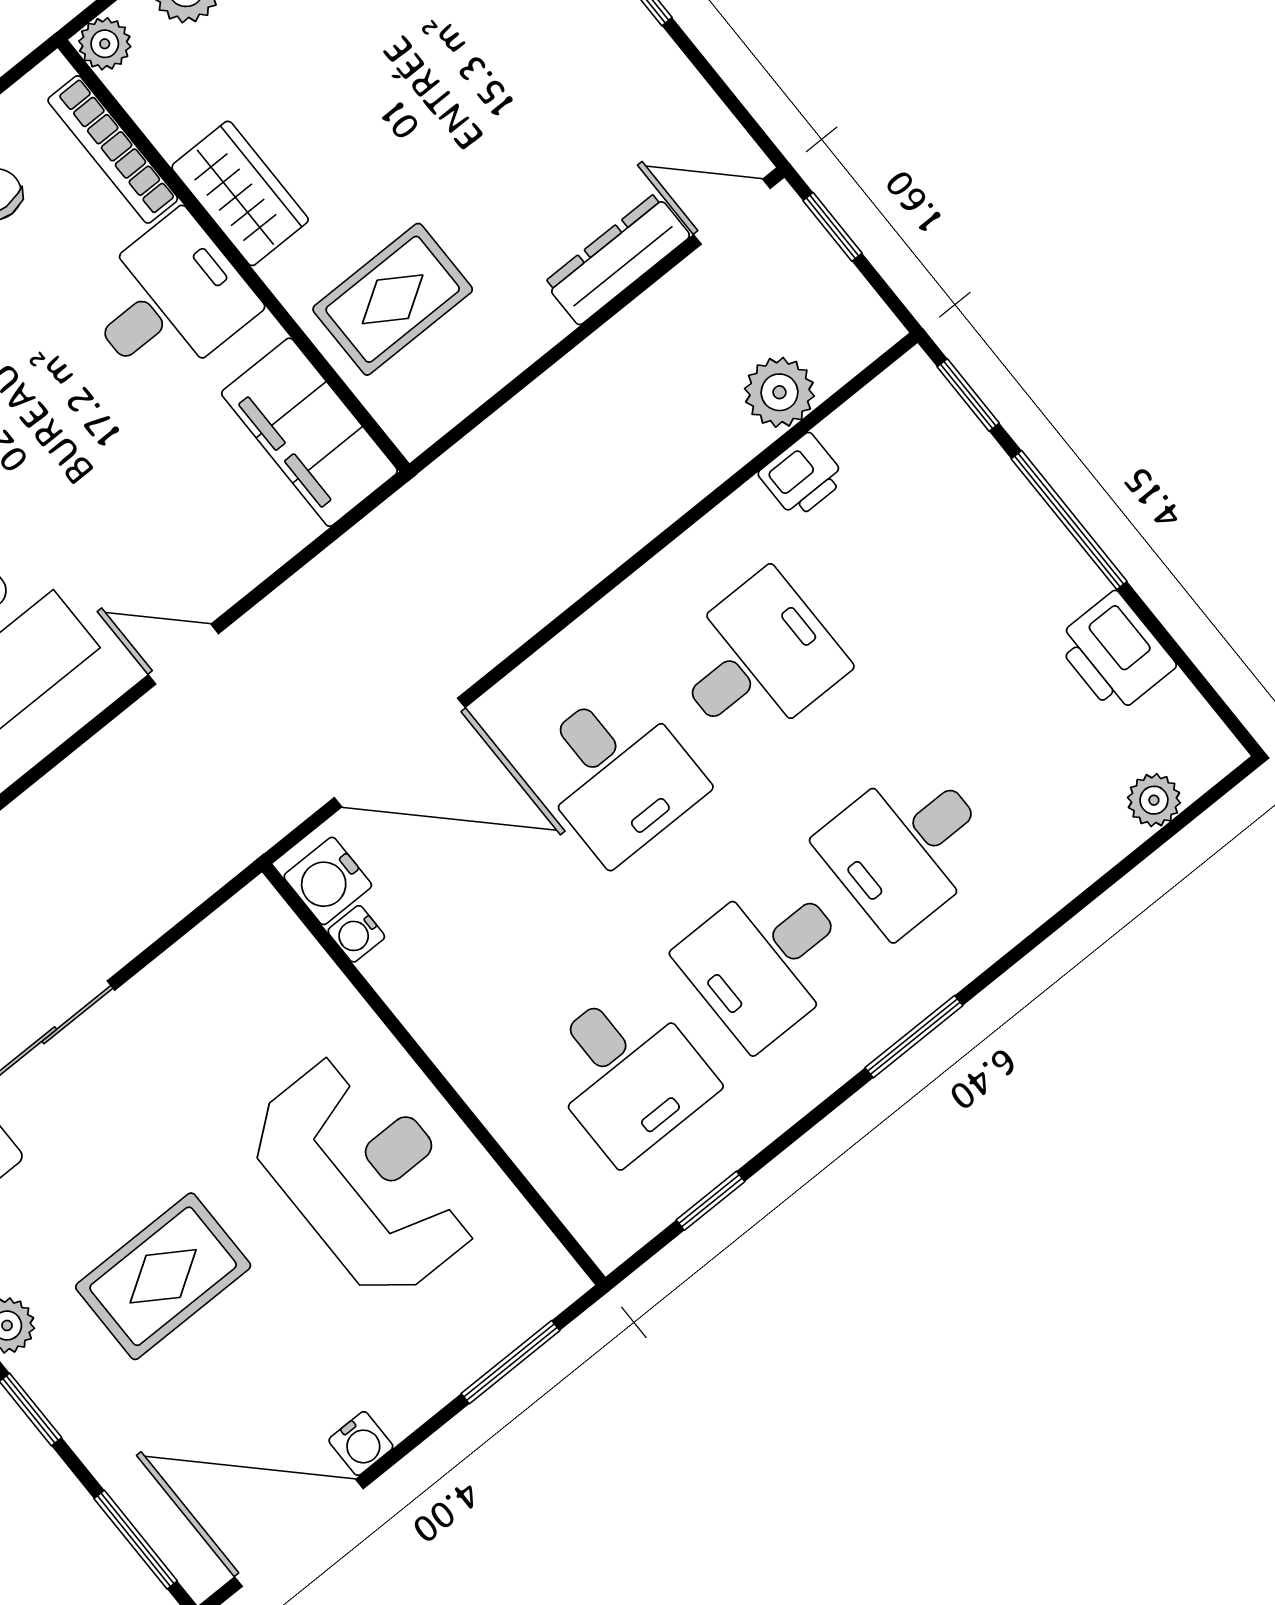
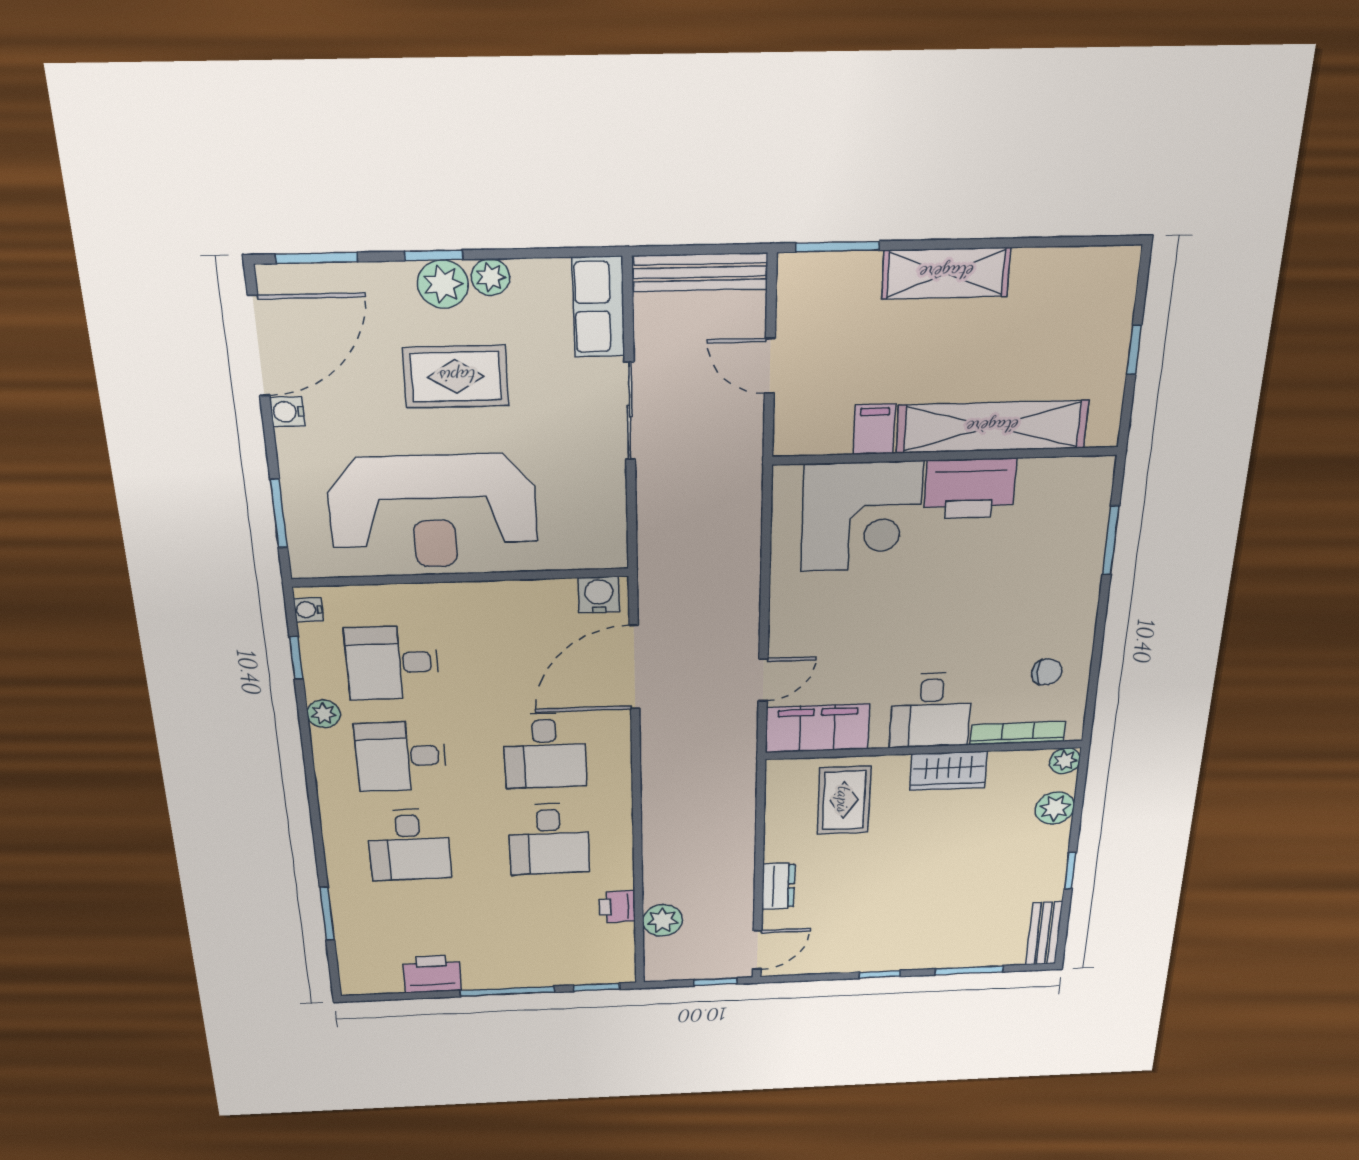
dresser: (617, 259) -> (778, 886), width x0.70
door: (183, 654) -> (763, 680), moved
desk: (616, 773) -> (545, 751), turned -90
plant: (1154, 800) -> (324, 714), moved
desk: (907, 846) -> (409, 845), turned 180
water cooler: (356, 934) -> (308, 610), moved, turned -90
desk: (767, 960) -> (401, 756), turned -90
window: (914, 1037) -> (327, 914), moved
reception desk: (365, 1176) -> (433, 511), width x1.36, depth x1.30
rug: (163, 1276) -> (456, 377), turned 90
plant: (58, 1374) -> (443, 284), added

